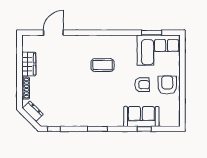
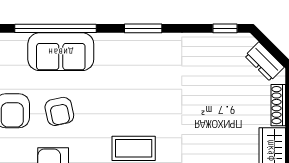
armchair: (142, 85) -> (59, 111), turned -102
window: (144, 129) -> (55, 28), width x3.17

